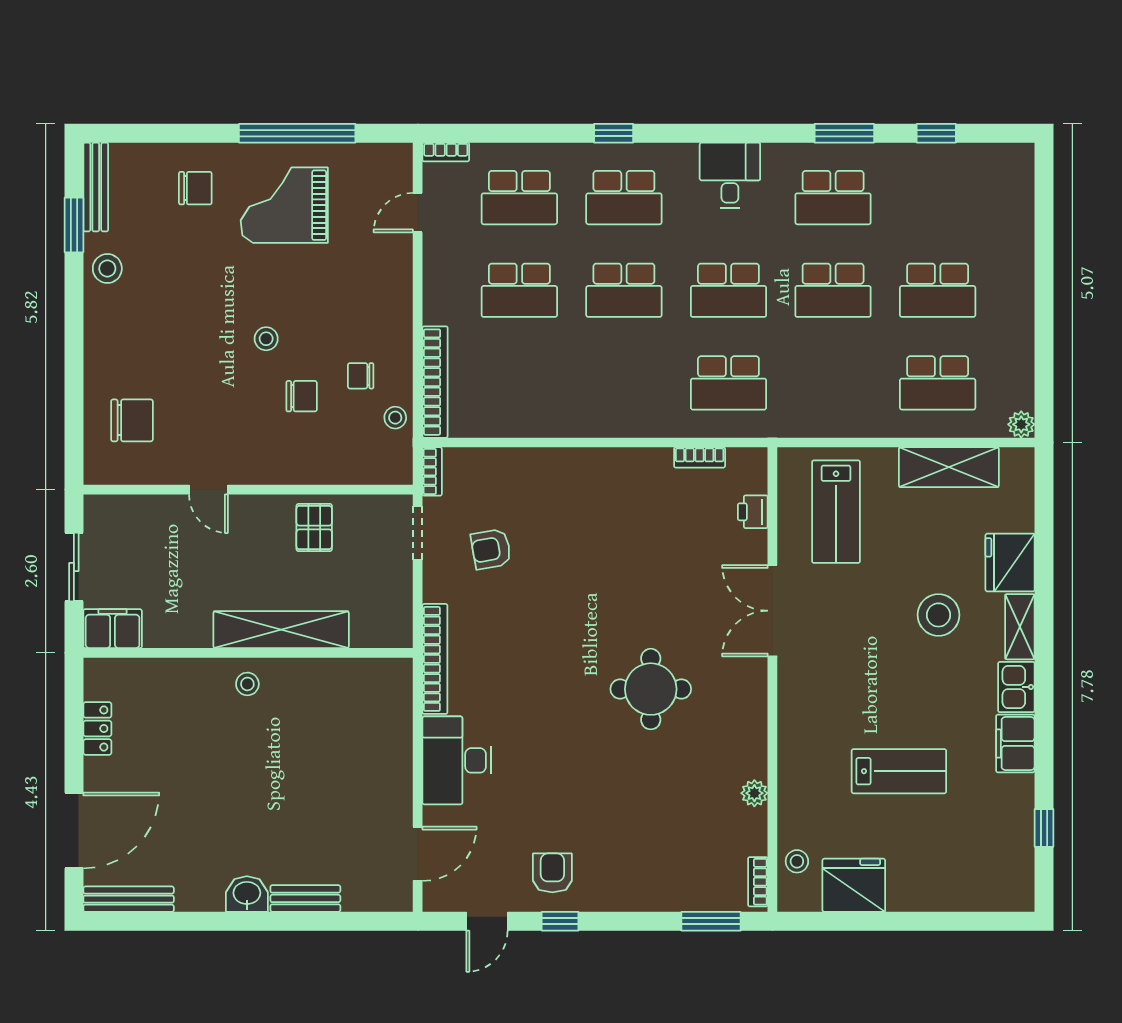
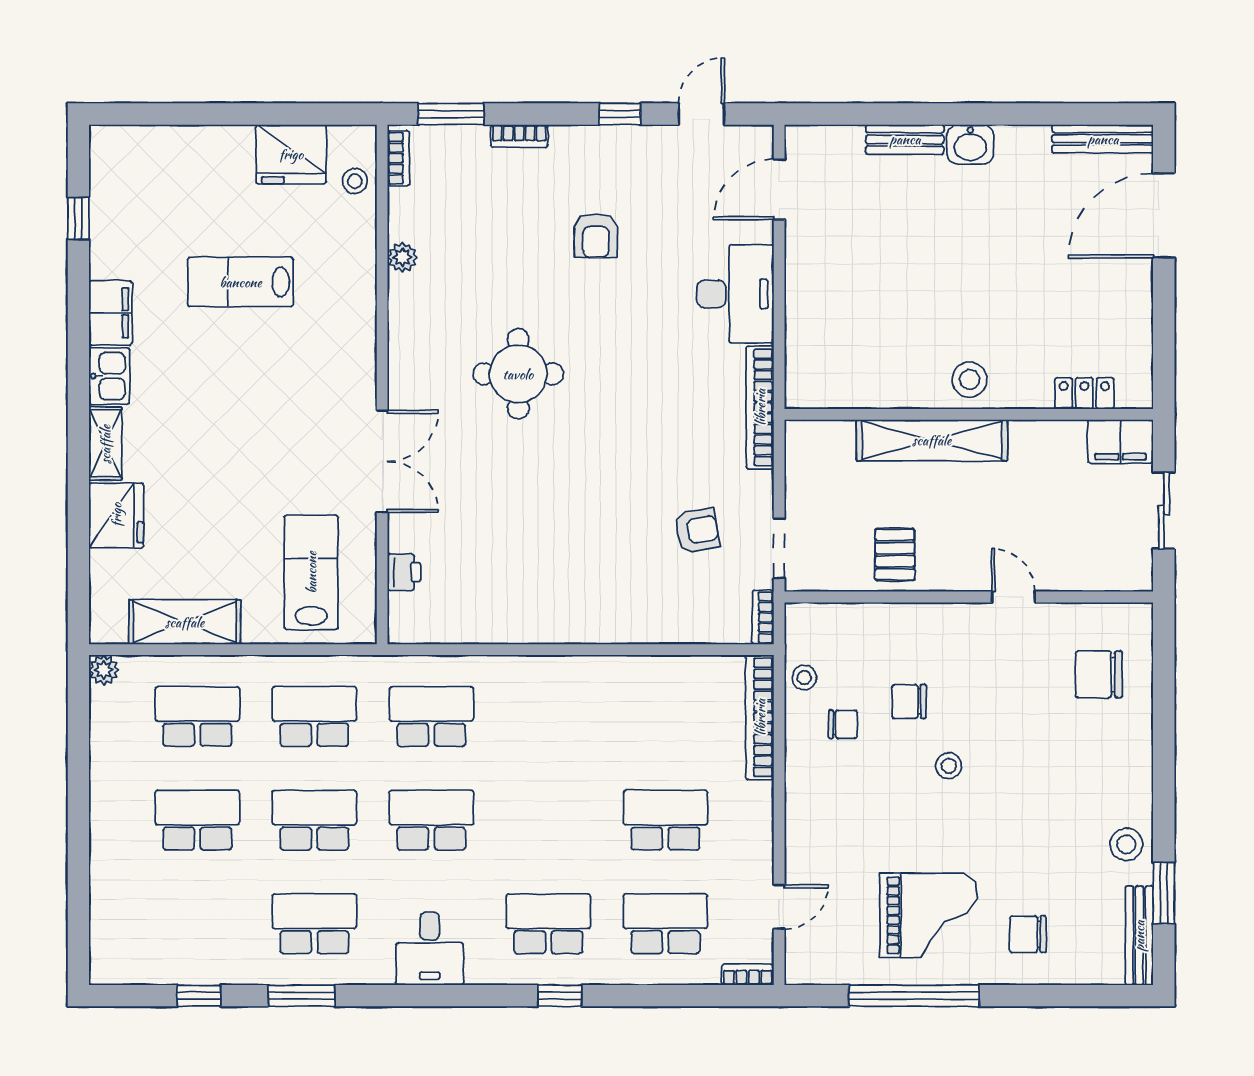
school desk: (624, 290) -> (314, 716), moved
bookcase: (700, 457) -> (519, 136), moved, turned 180
stool: (938, 615) -> (196, 457), removed
stool: (247, 684) -> (970, 379), width x1.37, depth x1.37
locker: (97, 728) -> (1084, 393), moved, turned 90
armchair: (552, 873) -> (596, 236), moved

